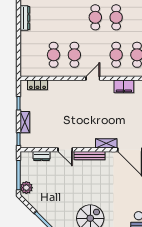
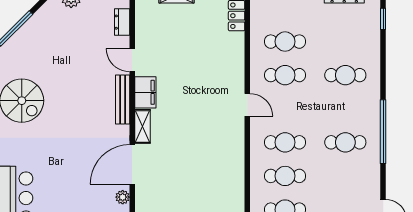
cafe table: (95, 17) -> (345, 75), moved
filing cabinet: (124, 86) -> (145, 92), moved, turned 180
door: (65, 150) -> (132, 60), hinge flipped

